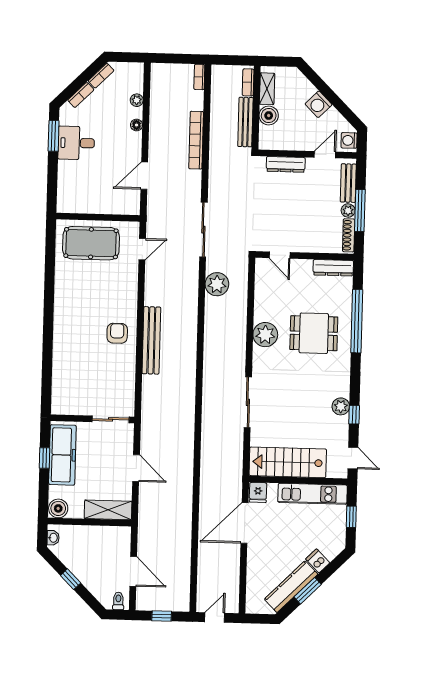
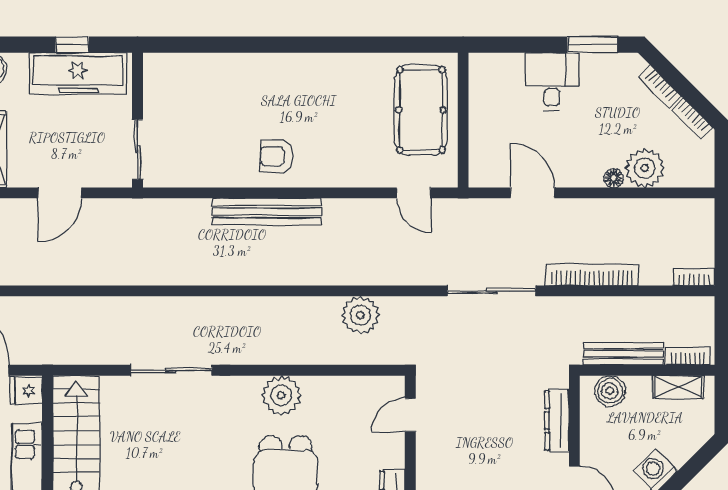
plant: (137, 100) -> (645, 168), width x1.88, depth x1.88
boiler: (269, 115) -> (610, 391), moved
desk: (76, 143) -> (552, 82), moved
sliding door: (203, 230) -> (491, 291), moved
armchair: (117, 333) -> (277, 156), turned 180

